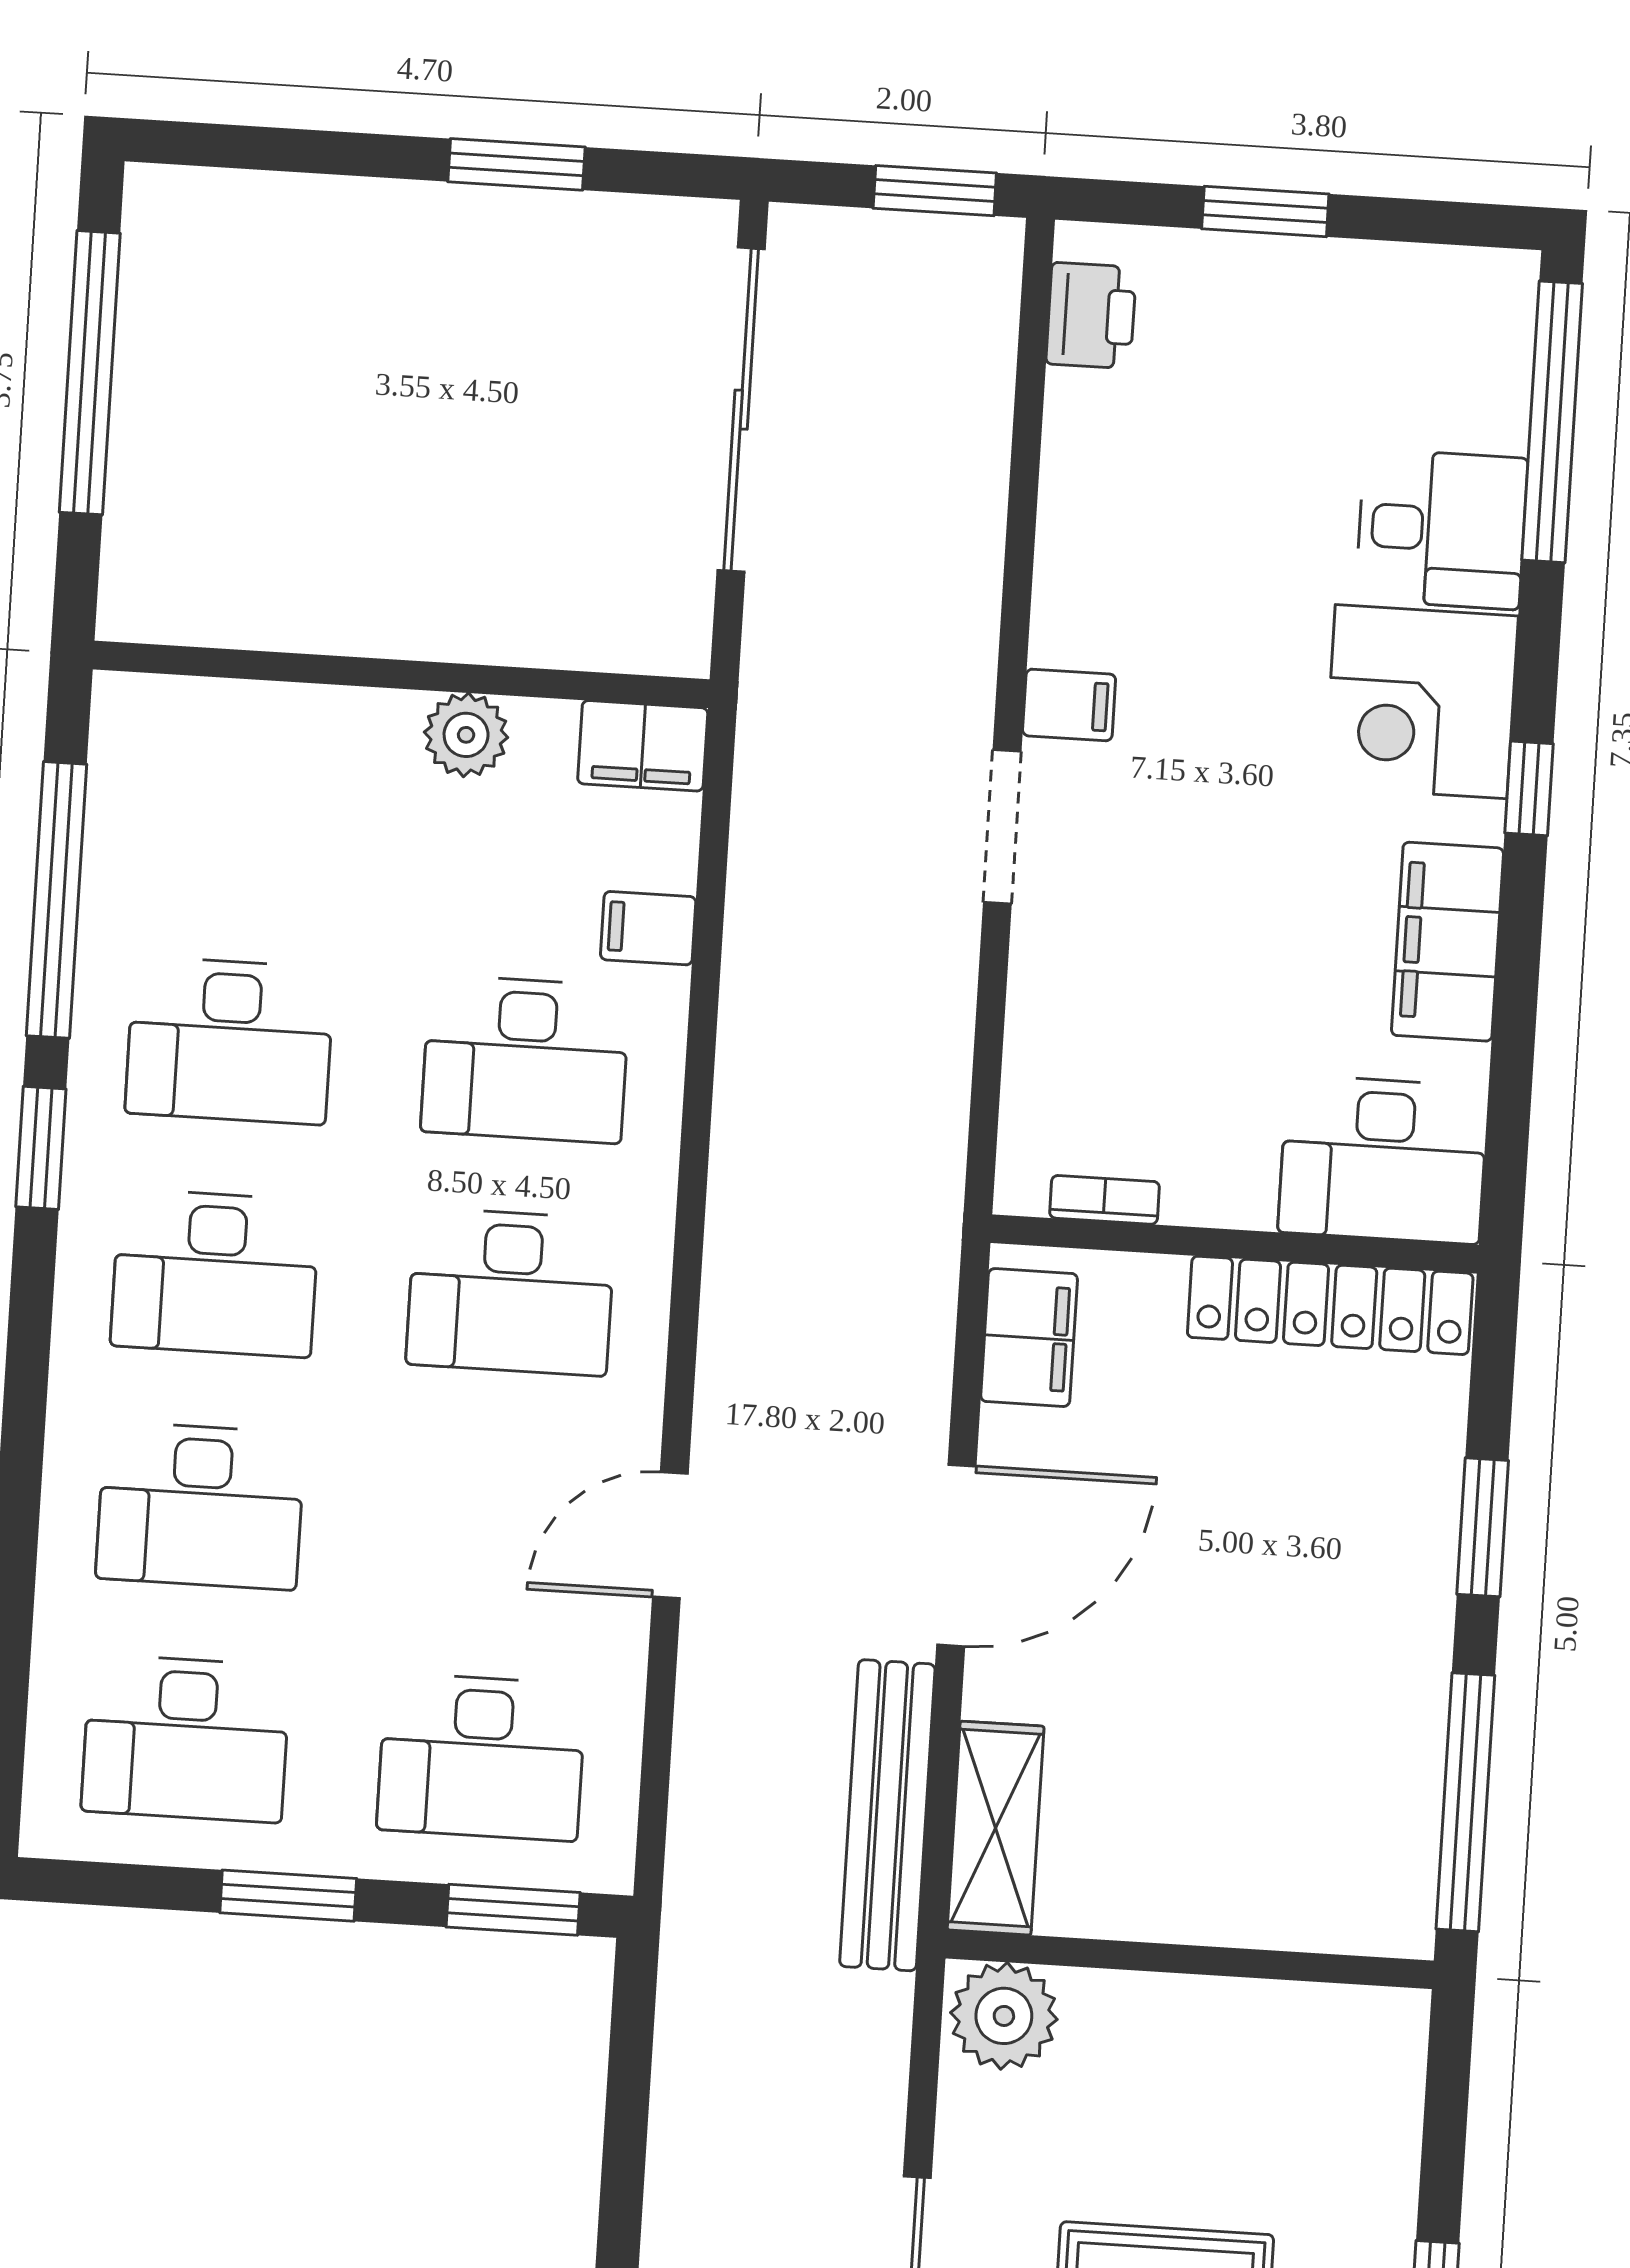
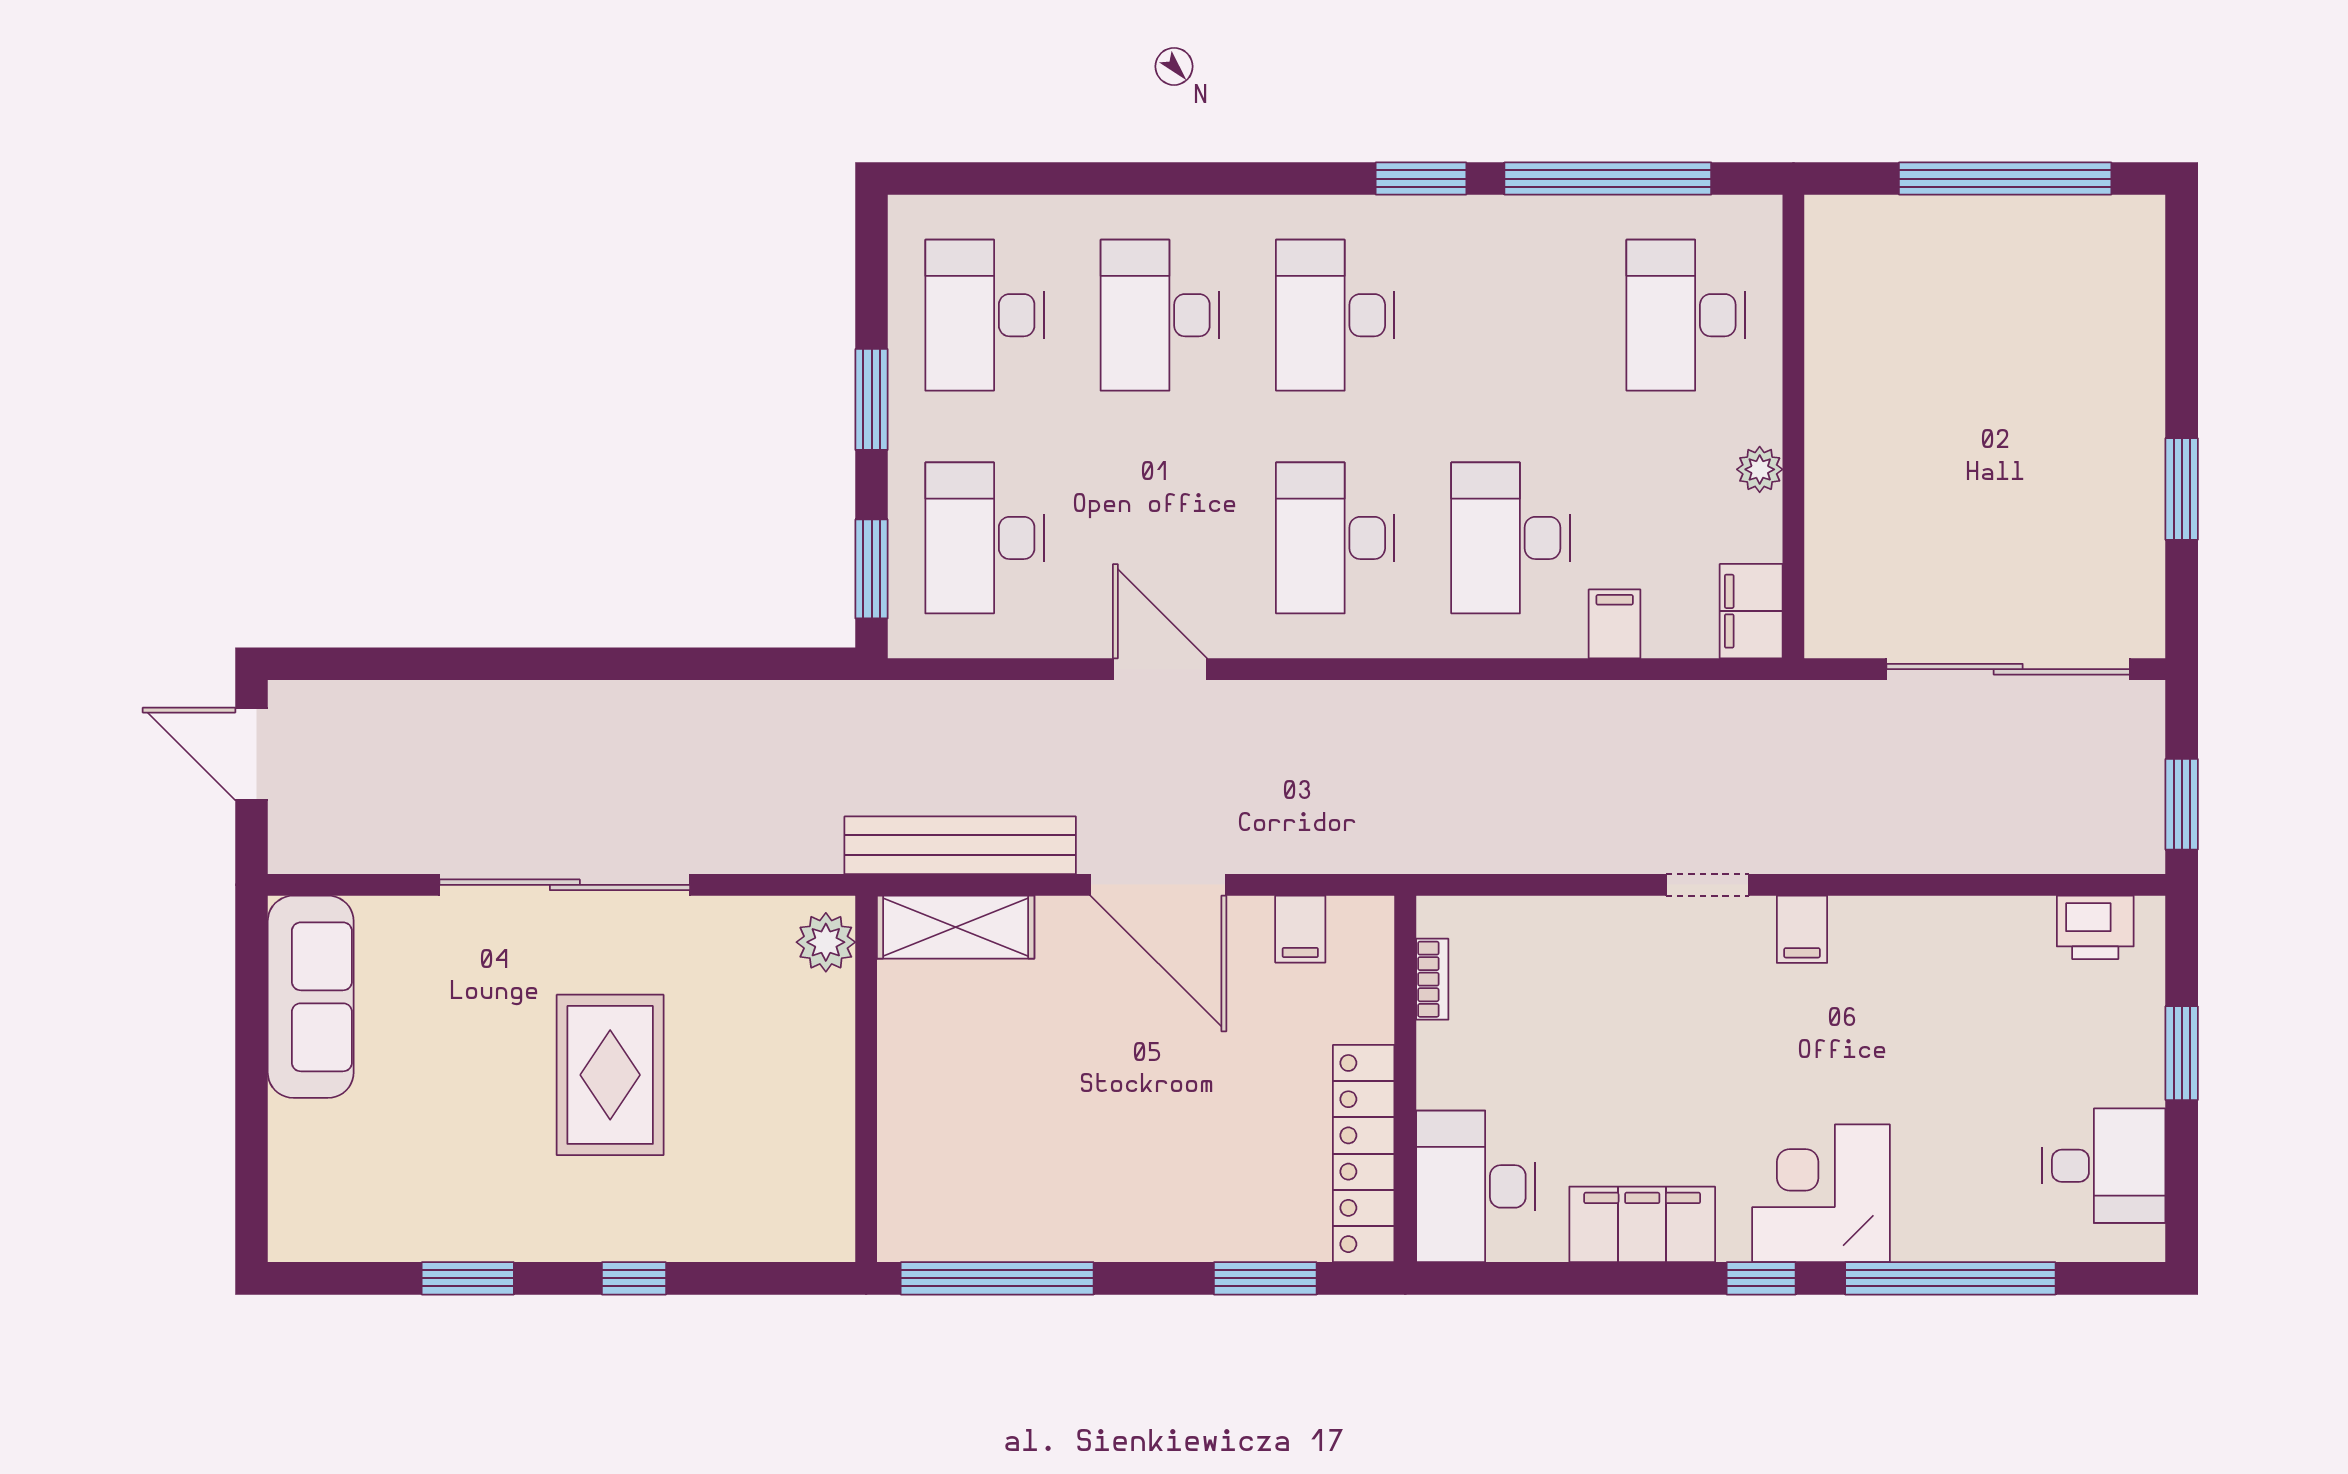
window: (1552, 422) -> (1950, 1278), moved
desk: (1442, 529) -> (2104, 1166), moved, turned -90
plant: (466, 735) -> (1760, 469), width x0.73, depth x0.73
doorway: (1002, 827) -> (1707, 885), width x0.73
desk: (230, 1041) -> (1686, 315), moved
filing cabinet: (1029, 1338) -> (1300, 929), width x0.50
window: (1483, 1527) -> (1265, 1278), moved
plant: (1004, 2016) -> (826, 942), width x0.73, depth x0.73

